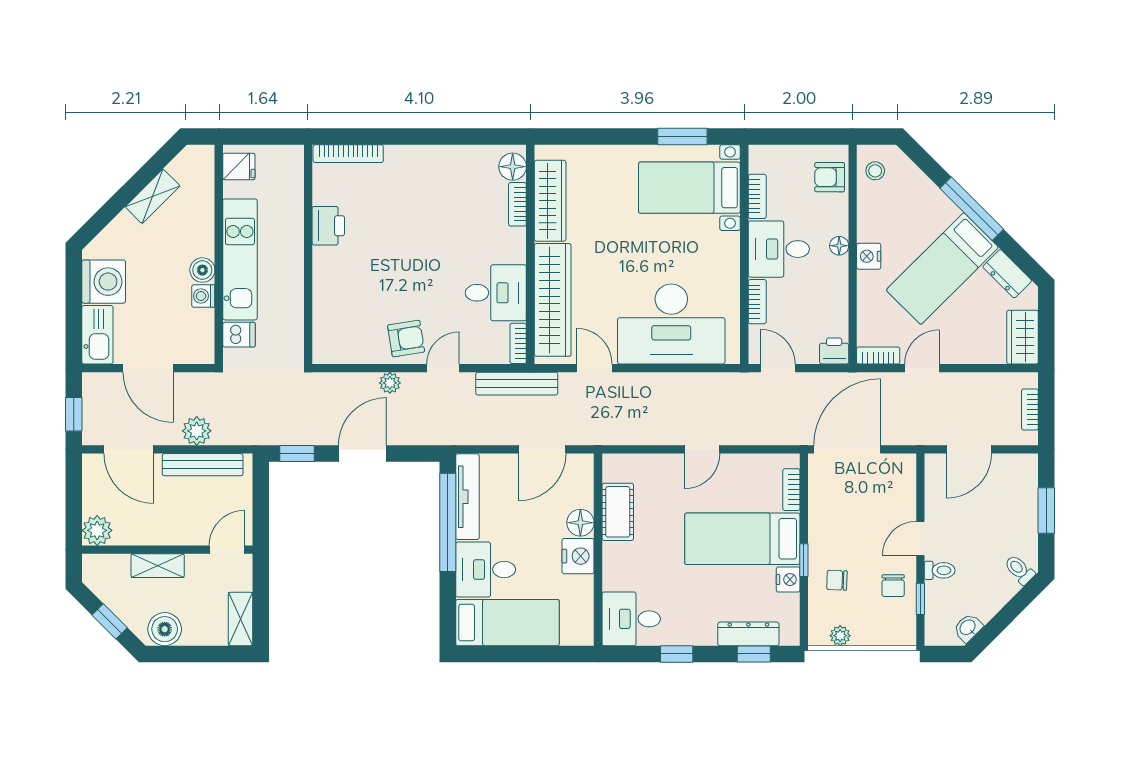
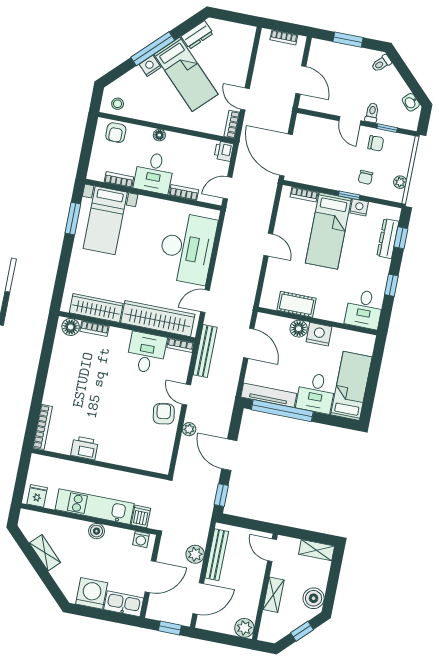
nightstand: (869, 256) -> (150, 66), moved, turned 135
washing machine: (203, 296) -> (141, 539), moved
wardrobe: (1023, 337) -> (238, 33), removed

